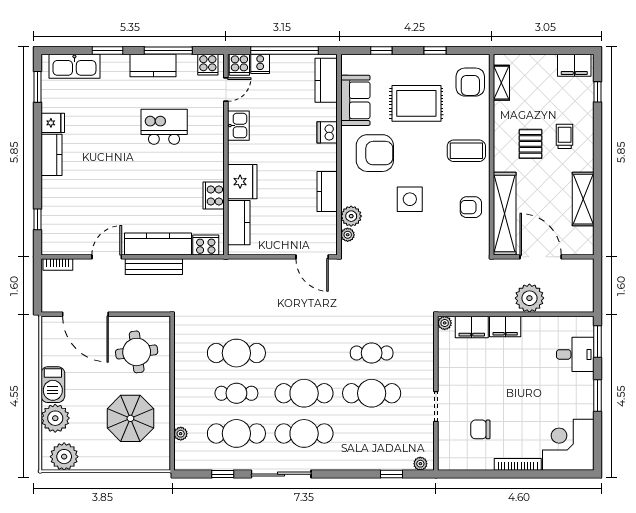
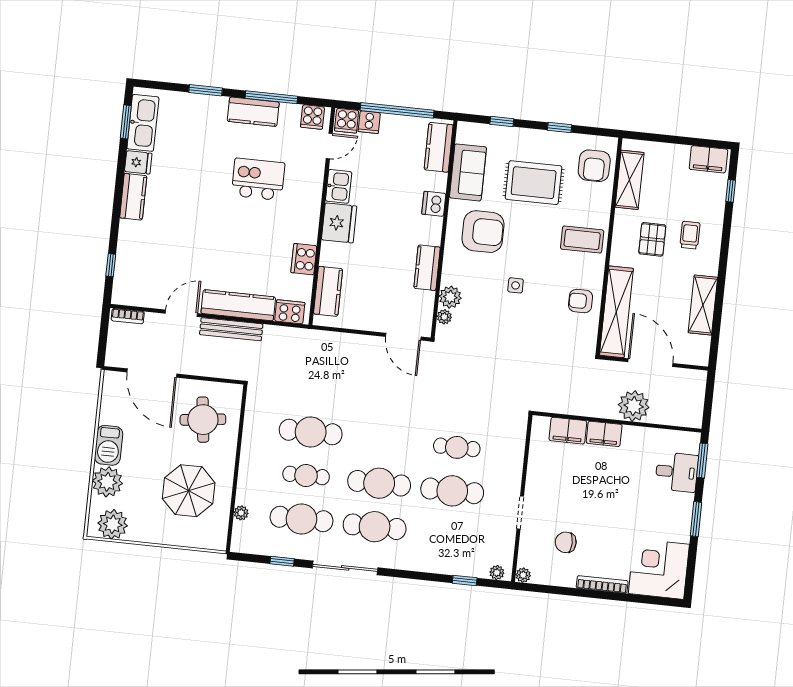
kitchen sink: (74, 66) -> (143, 123), moved, turned -90
shelving: (501, 83) -> (630, 180), width x1.50, depth x1.33
fridge: (242, 182) -> (339, 223), moved
side table: (410, 199) -> (516, 285), width x0.54, depth x0.54
plant: (445, 323) -> (523, 575), moved

